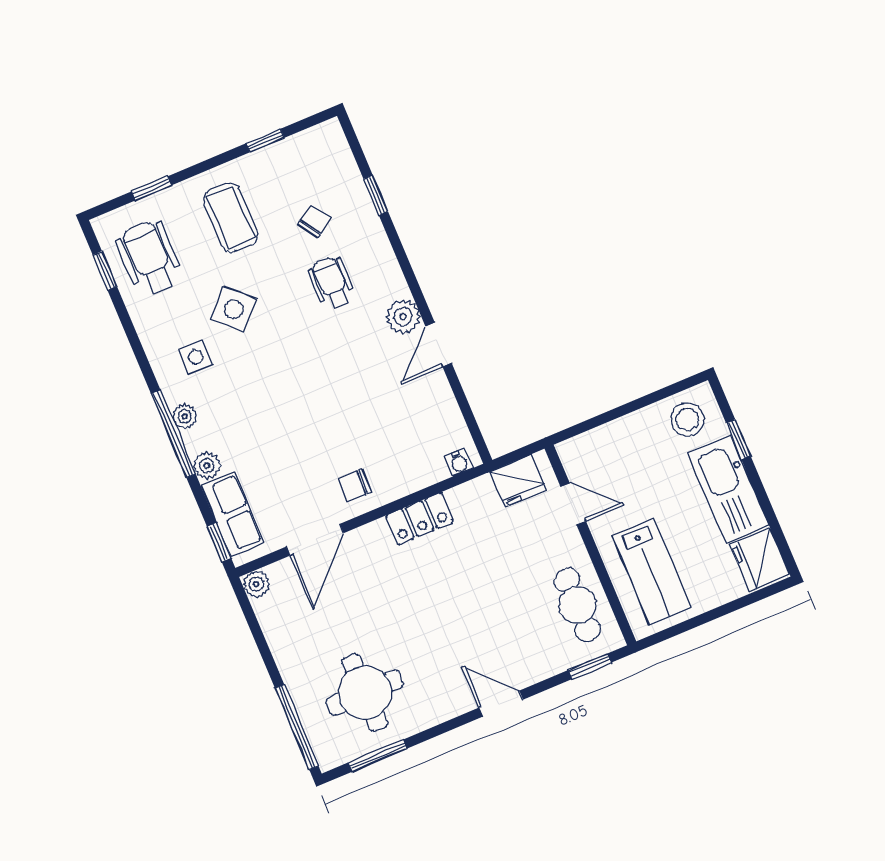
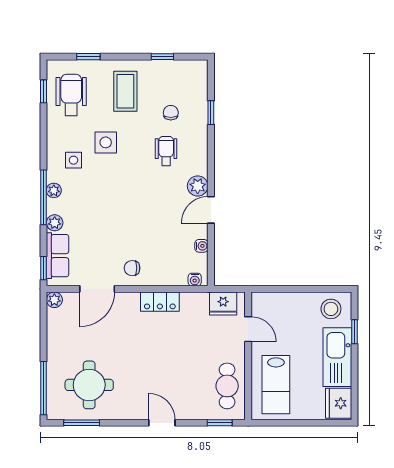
chair: (314, 221) -> (171, 113), turned -56
side table: (233, 309) -> (106, 142), turned 45
water cooler: (447, 406) -> (201, 246), added

